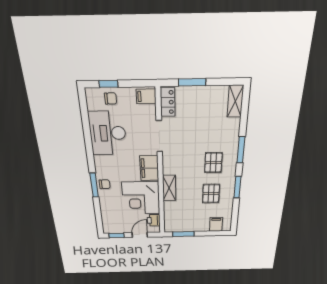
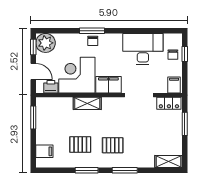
plant: (112, 226) -> (46, 43), added

